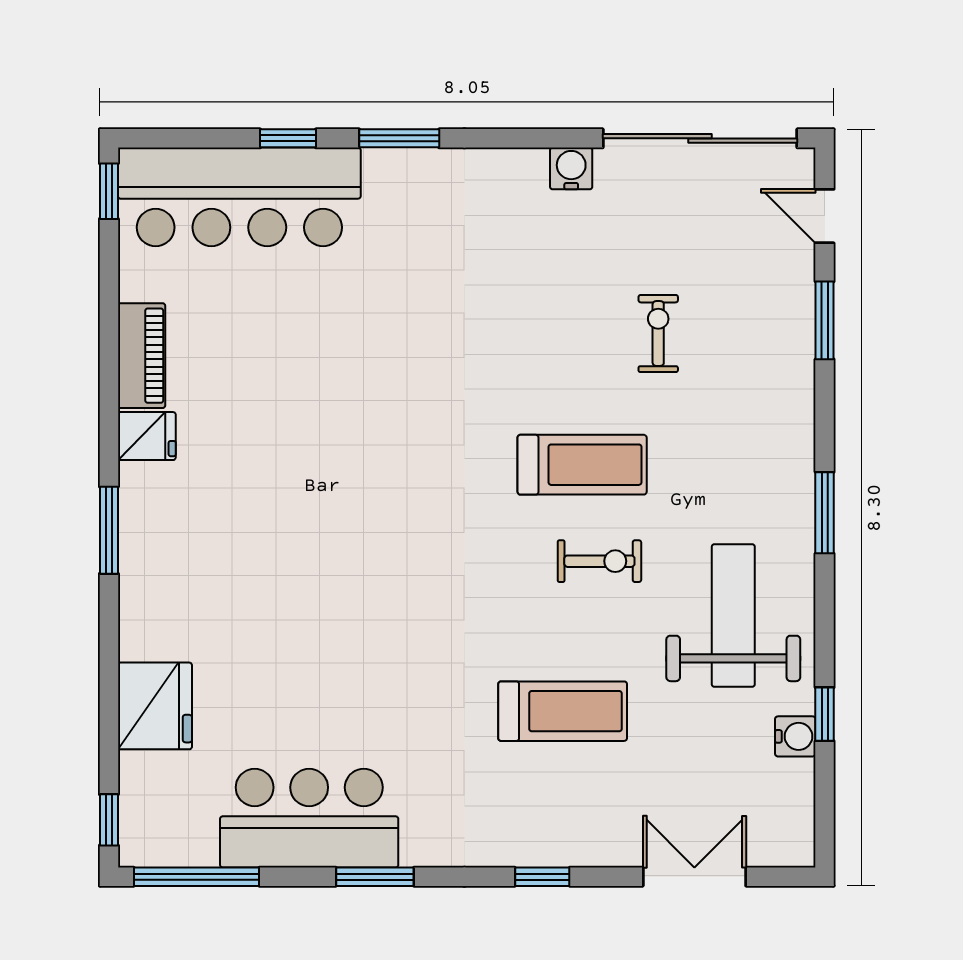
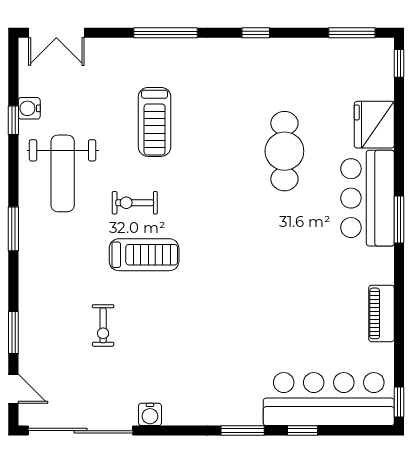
fridge: (147, 436) -> (379, 270), removed
treadmill: (582, 465) -> (144, 255), turned 180
cafe table: (322, 657) -> (284, 151), added
treadmill: (563, 711) -> (155, 122), turned -90
bar counter: (309, 818) -> (367, 198), moved, turned 90
window: (197, 877) -> (352, 33), width x0.69
window: (375, 877) -> (256, 33), width x0.67
window: (542, 877) -> (166, 33), width x2.17
double door: (694, 877) -> (56, 33), moved

